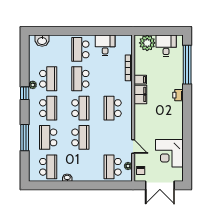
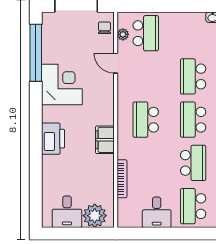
school desk: (80, 49) -> (193, 206), turned 180
window: (187, 65) -> (36, 53), moved
filing cabinet: (140, 80) -> (105, 162), removed
printer: (178, 95) -> (53, 139), width x1.87, depth x1.48
school desk: (113, 108) -> (146, 120), turned 180
corner desk: (169, 153) -> (62, 85), moved

